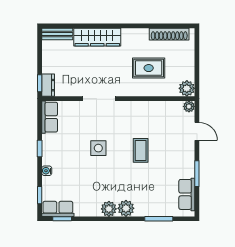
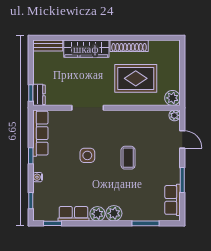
shoe rack: (169, 34) -> (129, 46), moved
rug: (149, 68) -> (136, 78), width x1.36, depth x1.43
row of seats: (50, 117) -> (40, 133), width x1.48
row of seats: (58, 209) -> (73, 214), moved

